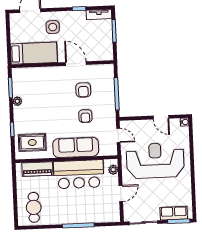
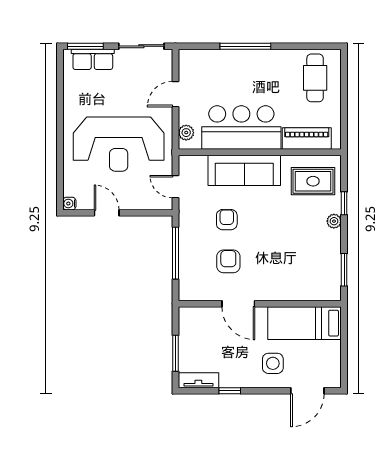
plant: (17, 101) -> (334, 221), moved

